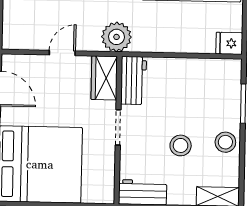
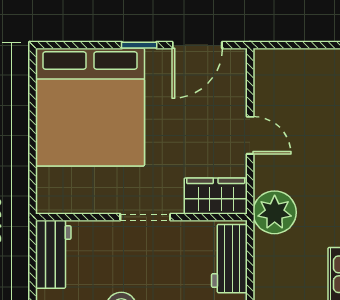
workbench: (134, 80) -> (229, 259), moved, turned 90

